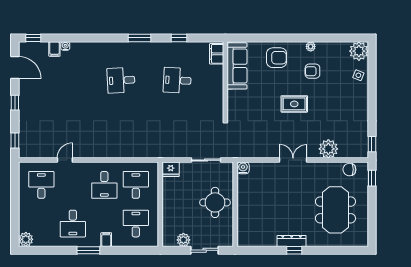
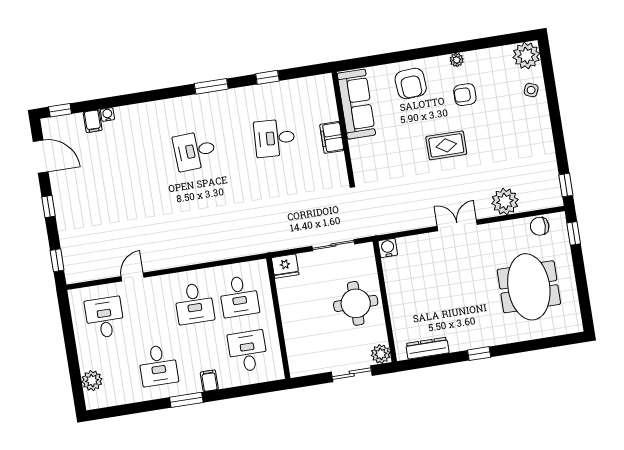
filing cabinet: (217, 54) -> (332, 137), moved
armchair: (277, 58) -> (411, 83), turned 86
desk: (136, 185) -> (239, 296), turned 180
plant: (26, 239) -> (92, 381), moved
plant: (183, 240) -> (381, 354), moved
dresser: (292, 241) -> (427, 348), moved

